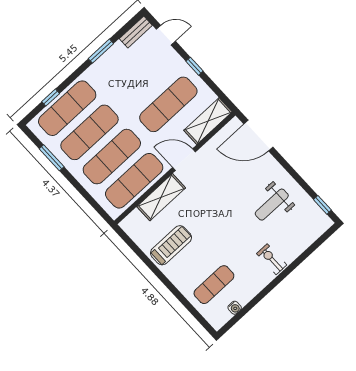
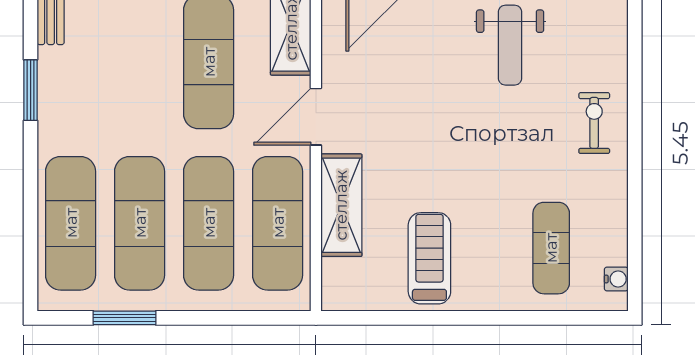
window: (51, 98) -> (31, 234), removed
exercise bike: (272, 259) -> (594, 123), turned 90
water cooler: (235, 308) -> (616, 279), moved

